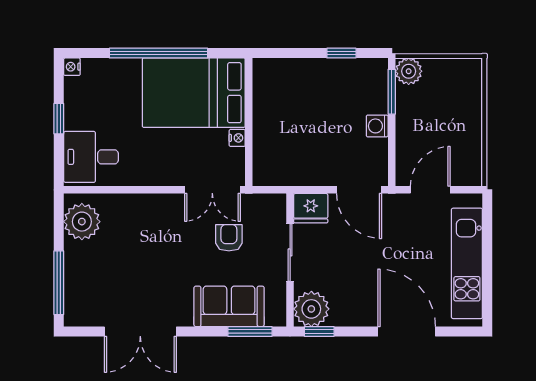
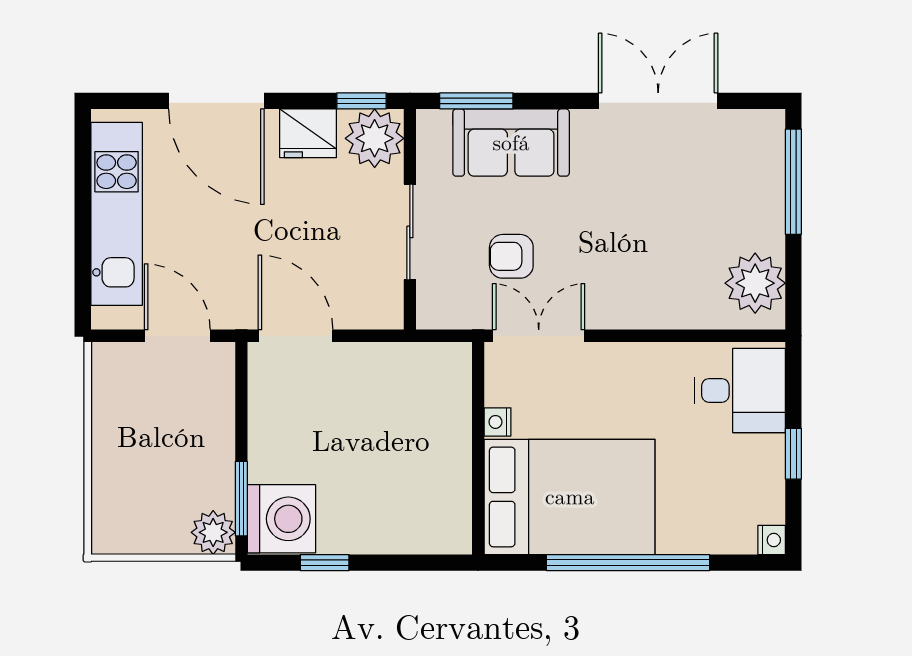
washing machine: (377, 126) -> (281, 519), moved, width x1.89, depth x1.89
door: (430, 190) -> (177, 336), swing flipped
fridge: (311, 208) -> (308, 133), moved, turned 180
armchair: (229, 238) -> (511, 256), turned 90

